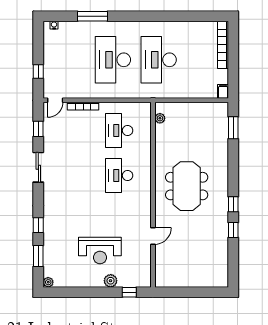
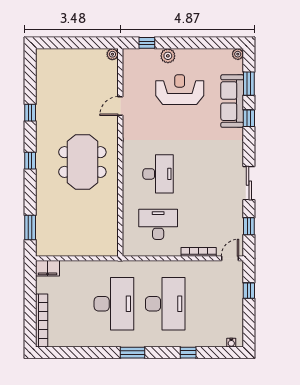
window: (92, 16) -> (188, 353), width x0.46
window: (142, 16) -> (133, 353), added
filing cabinet: (223, 91) -> (48, 268), width x2.00
plant: (160, 118) -> (112, 54), moved
desk: (119, 131) -> (158, 224), turned -90
window: (233, 204) -> (30, 161), moved
sofa: (53, 240) -> (232, 101), added

